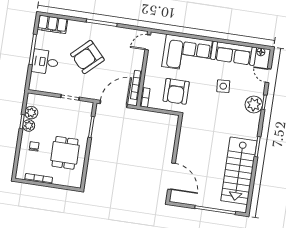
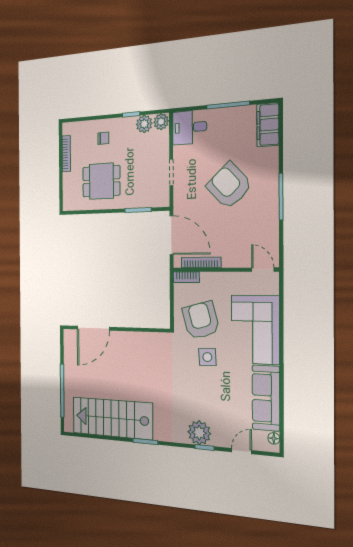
desk: (45, 62) -> (190, 127), moved, turned -90
side table: (223, 86) -> (207, 357), moved
armchair: (176, 91) -> (201, 320), turned 75
plant: (29, 126) -> (161, 122), moved

